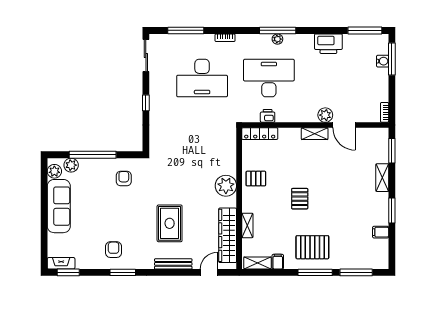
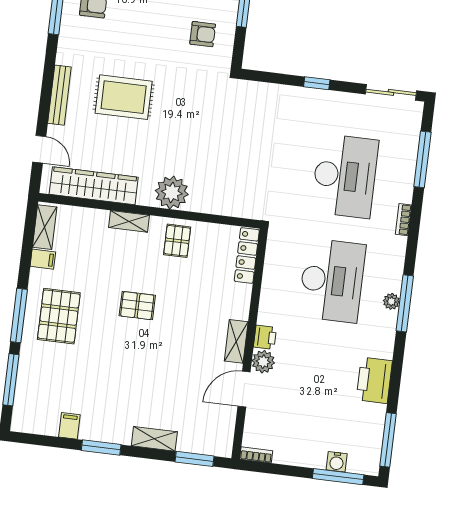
desk: (202, 78) -> (345, 176), turned 180
printer: (268, 116) -> (265, 337), moved
shelving: (247, 225) -> (129, 221), moved

